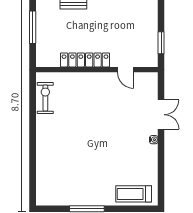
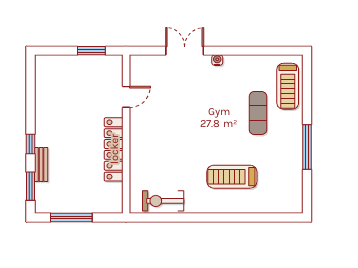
treadmill: (64, 151) -> (232, 177), added
exercise mat: (113, 171) -> (258, 113), added

